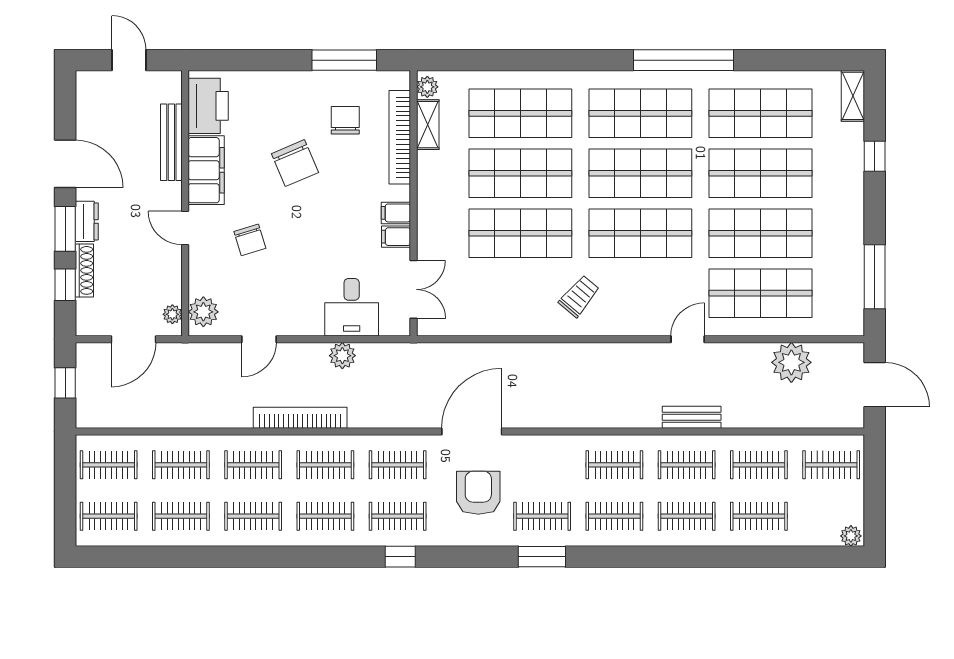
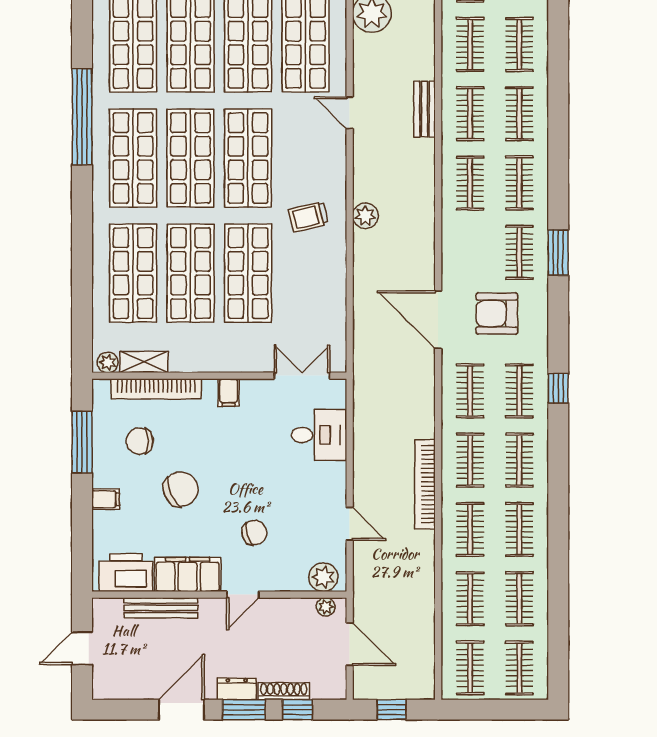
filing cabinet: (396, 237) -> (106, 499), moved, turned -90
trolley: (579, 296) -> (308, 217), turned -54
plant: (342, 356) -> (365, 216), moved

